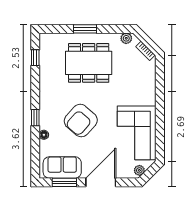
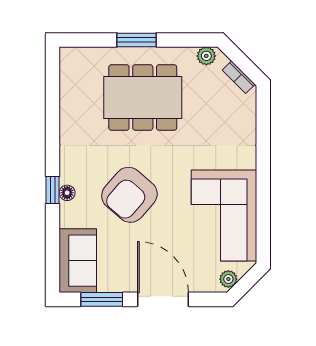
window: (35, 58) -> (53, 89), removed
floor lamp: (44, 135) -> (67, 193), moved
sofa: (62, 168) -> (78, 261), moved, turned 90
door: (101, 182) -> (163, 299), hinge flipped

